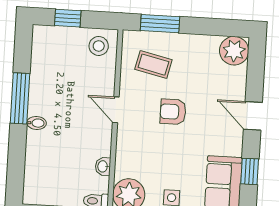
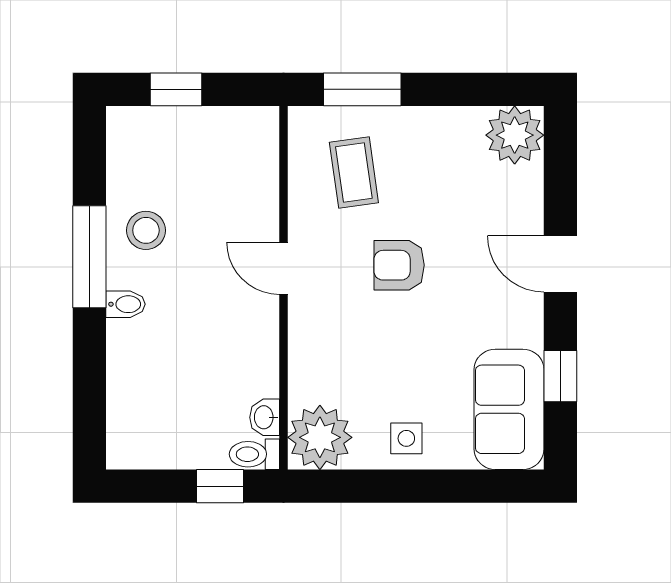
stool: (99, 46) -> (146, 230), moved
coffee table: (153, 65) -> (354, 173), turned 69
washbasin: (103, 166) -> (265, 417), moved

